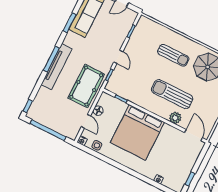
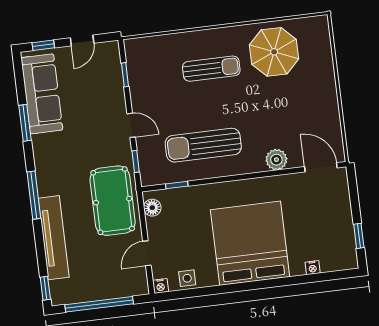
tv unit: (57, 67) -> (54, 238), moved
sun lounger: (172, 94) -> (203, 145), moved
floor lamp: (98, 111) -> (152, 208), moved
door: (86, 121) -> (147, 253), swing flipped
bed: (137, 132) -> (250, 243), moved, turned 180

